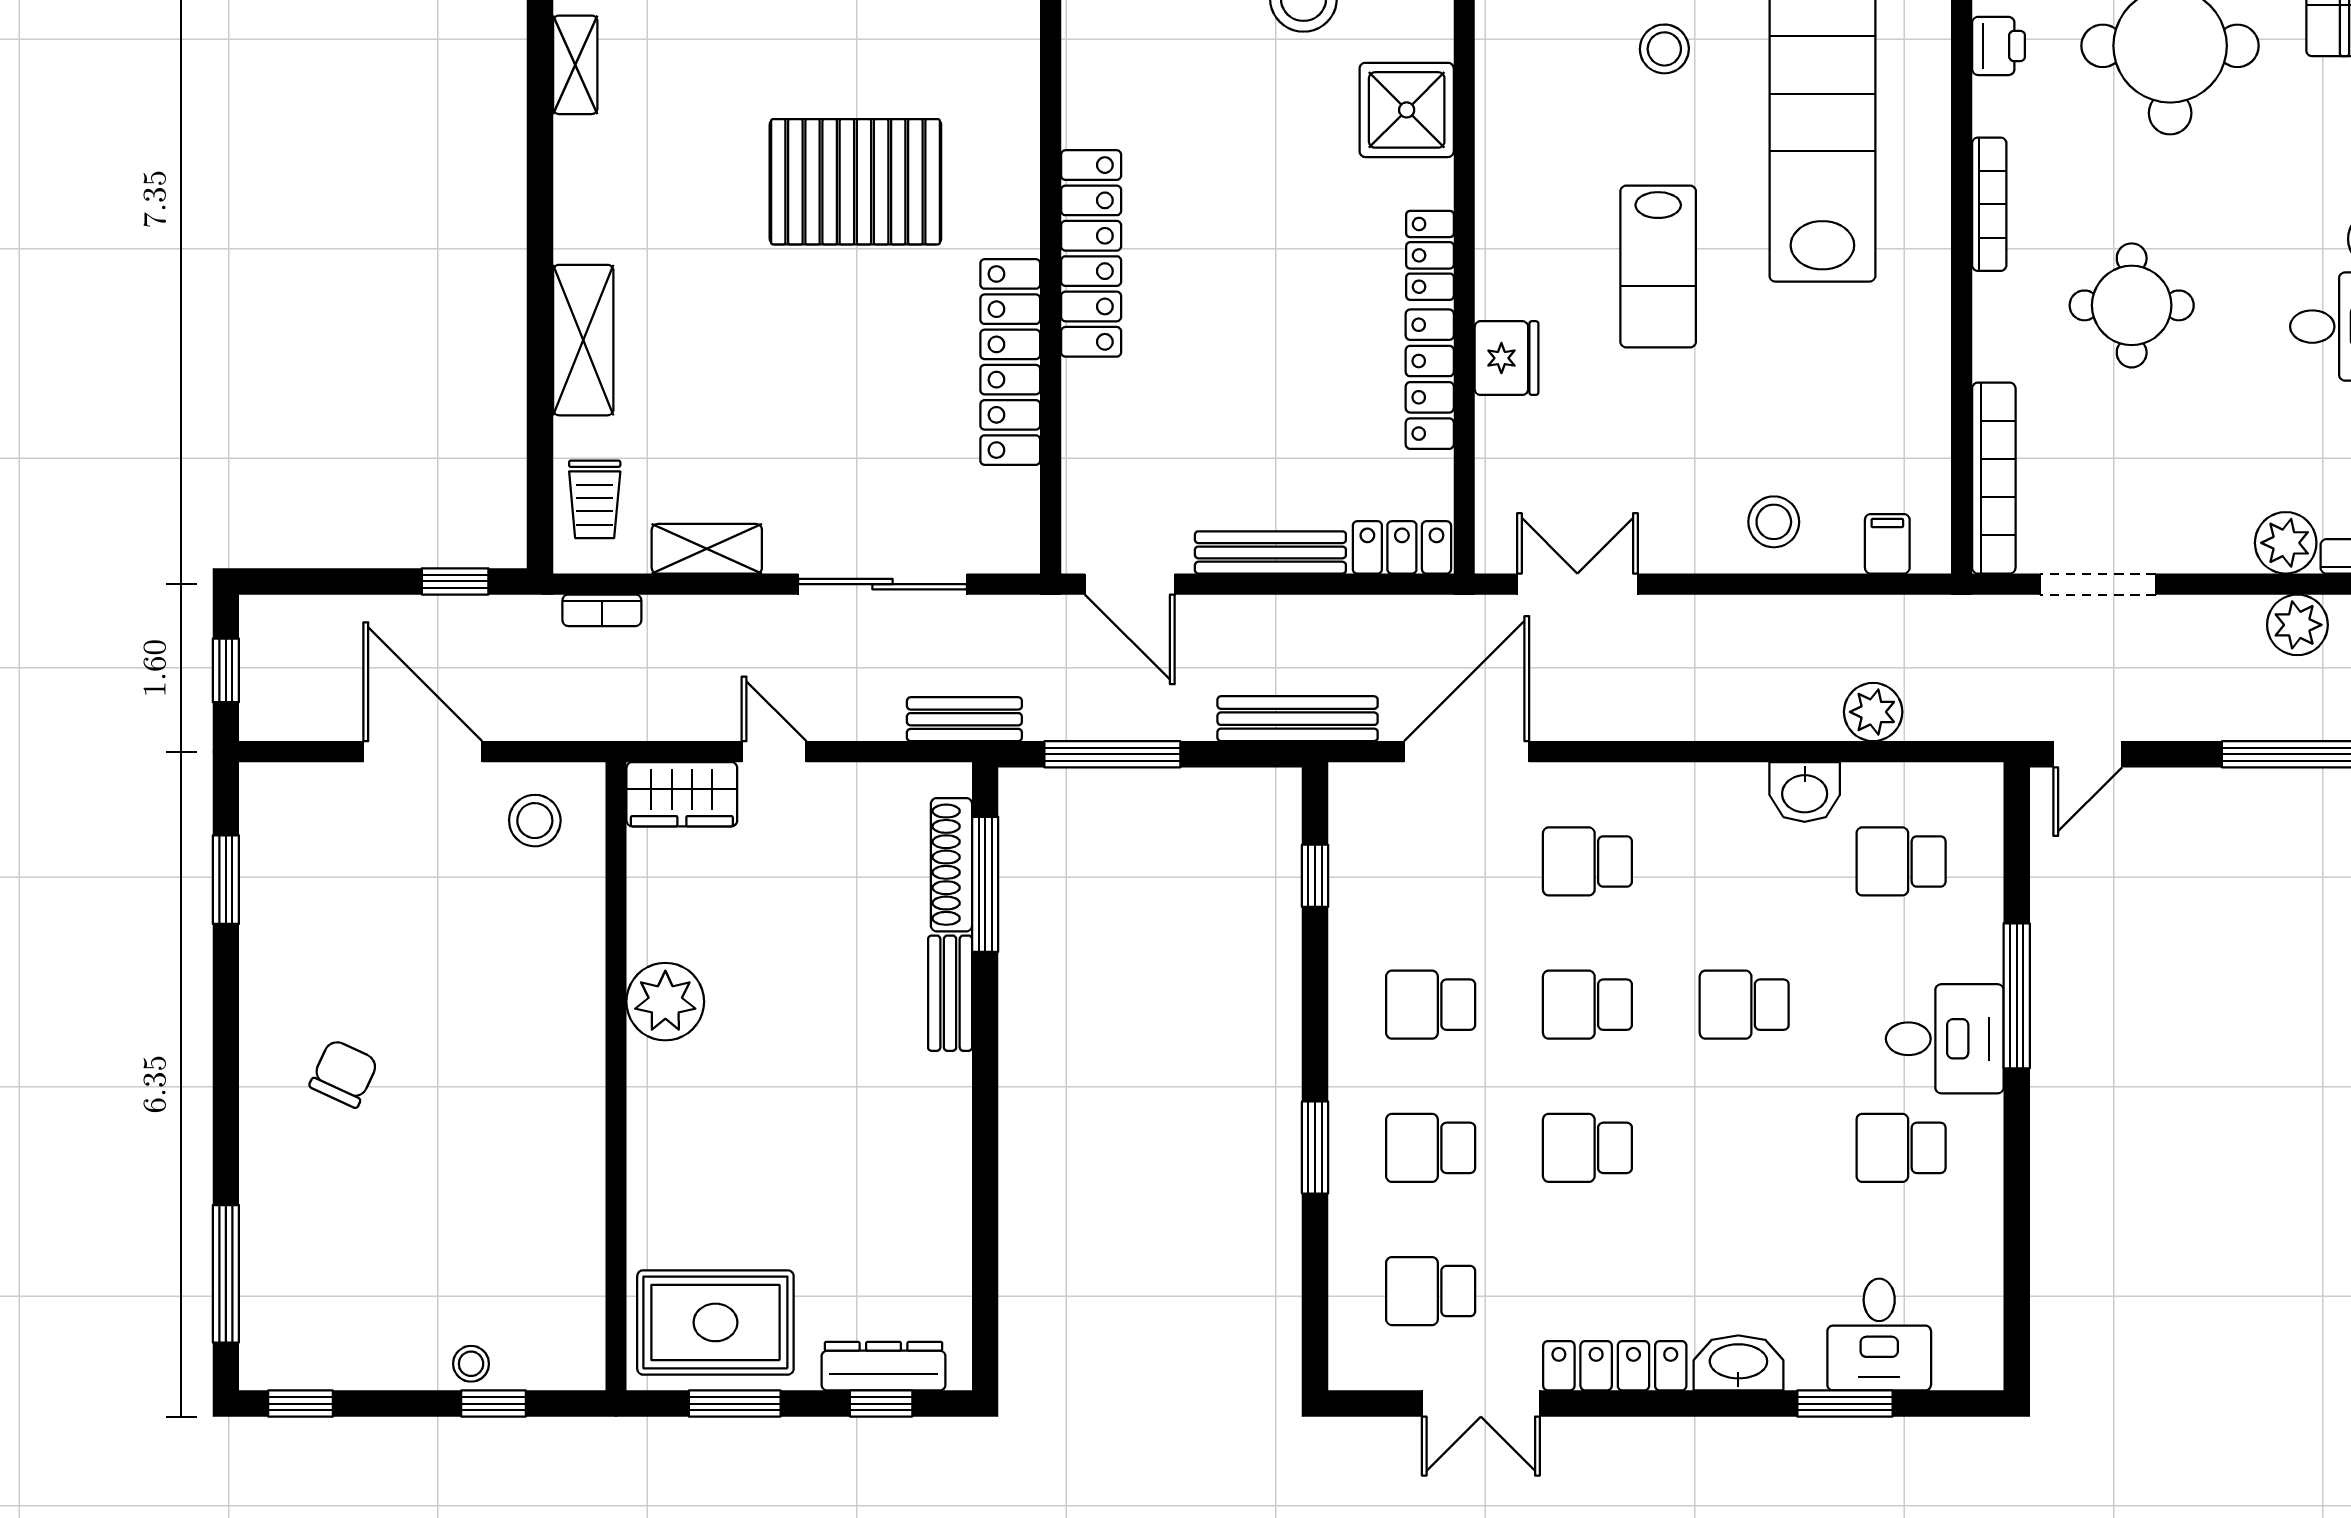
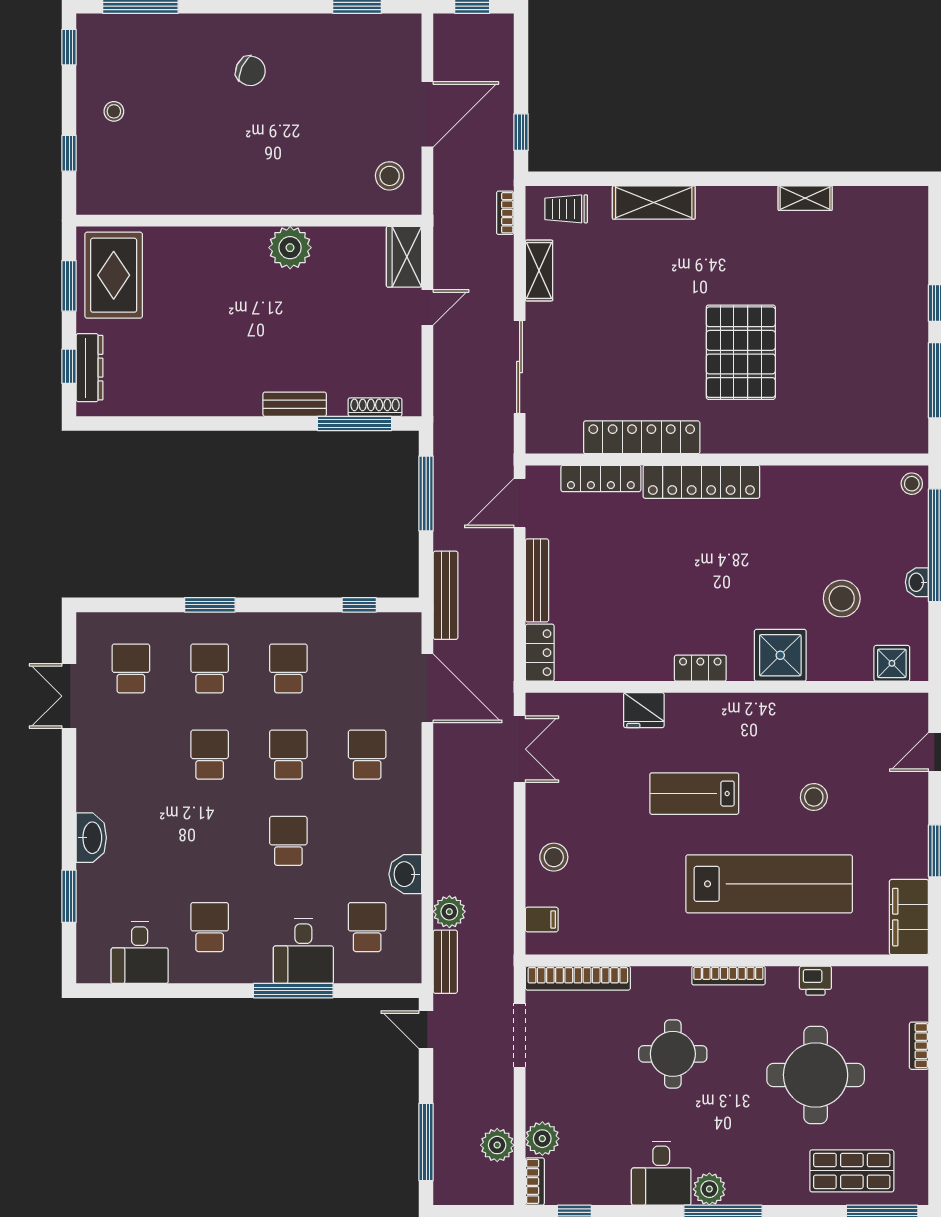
locker: (1430, 379) -> (601, 478), moved, turned 180
bench: (964, 719) -> (445, 962), moved
shoe rack: (951, 865) -> (375, 407), width x0.74, depth x0.81
desk: (1945, 1039) -> (303, 951), moved
desk: (1879, 1335) -> (140, 953), moved, turned -90
stool: (471, 1364) -> (114, 111), moved
locker: (1615, 1366) -> (90, 770), removed

